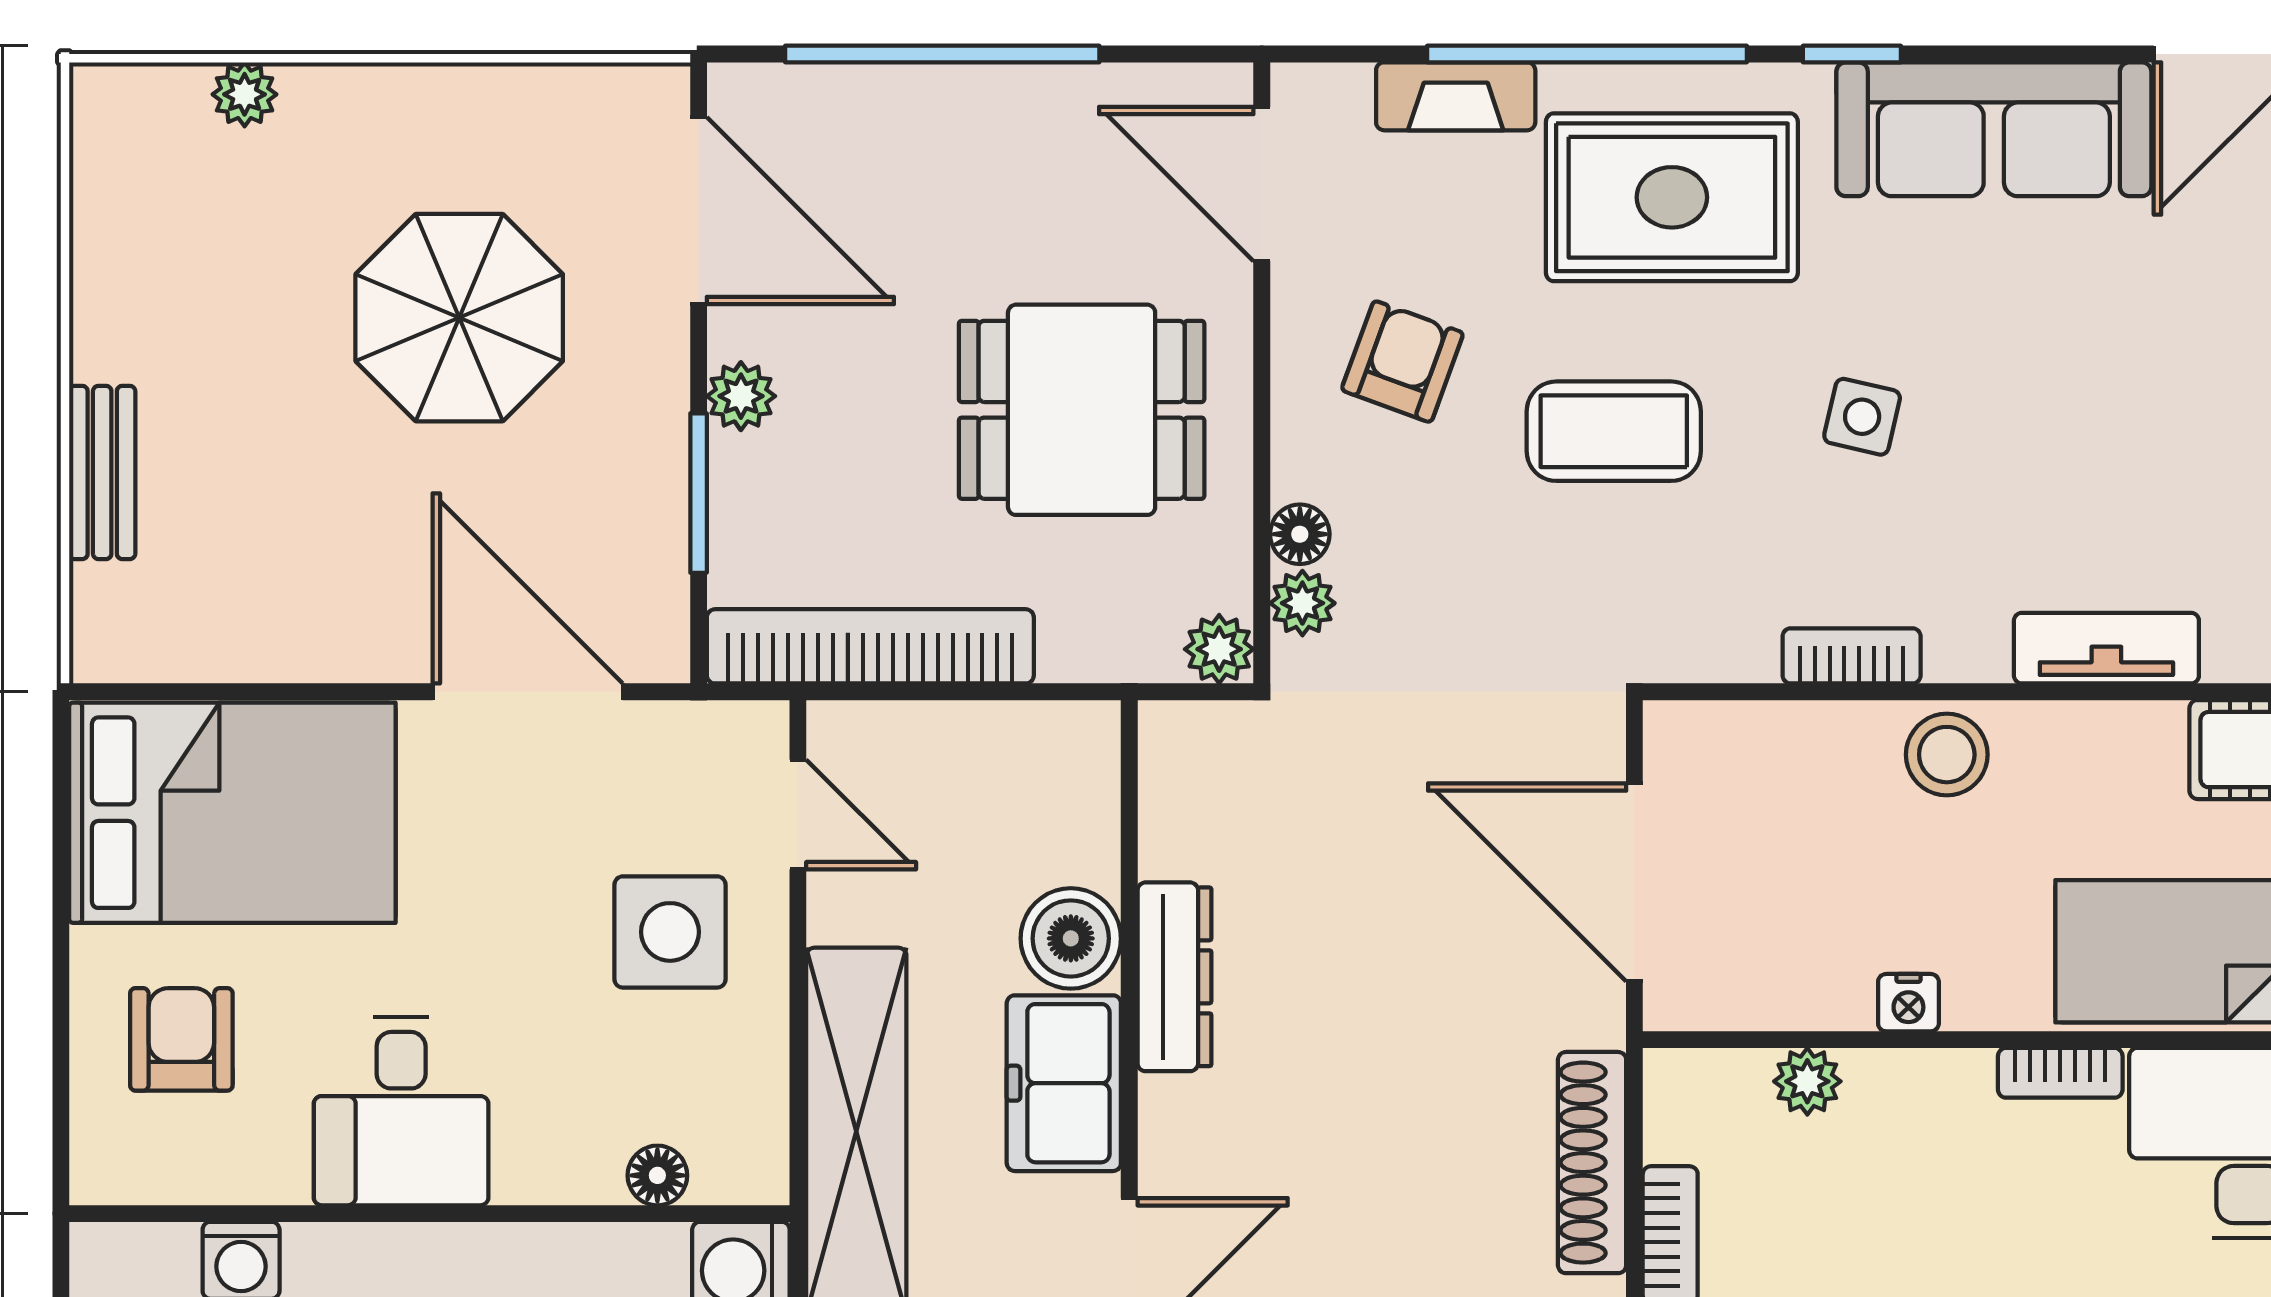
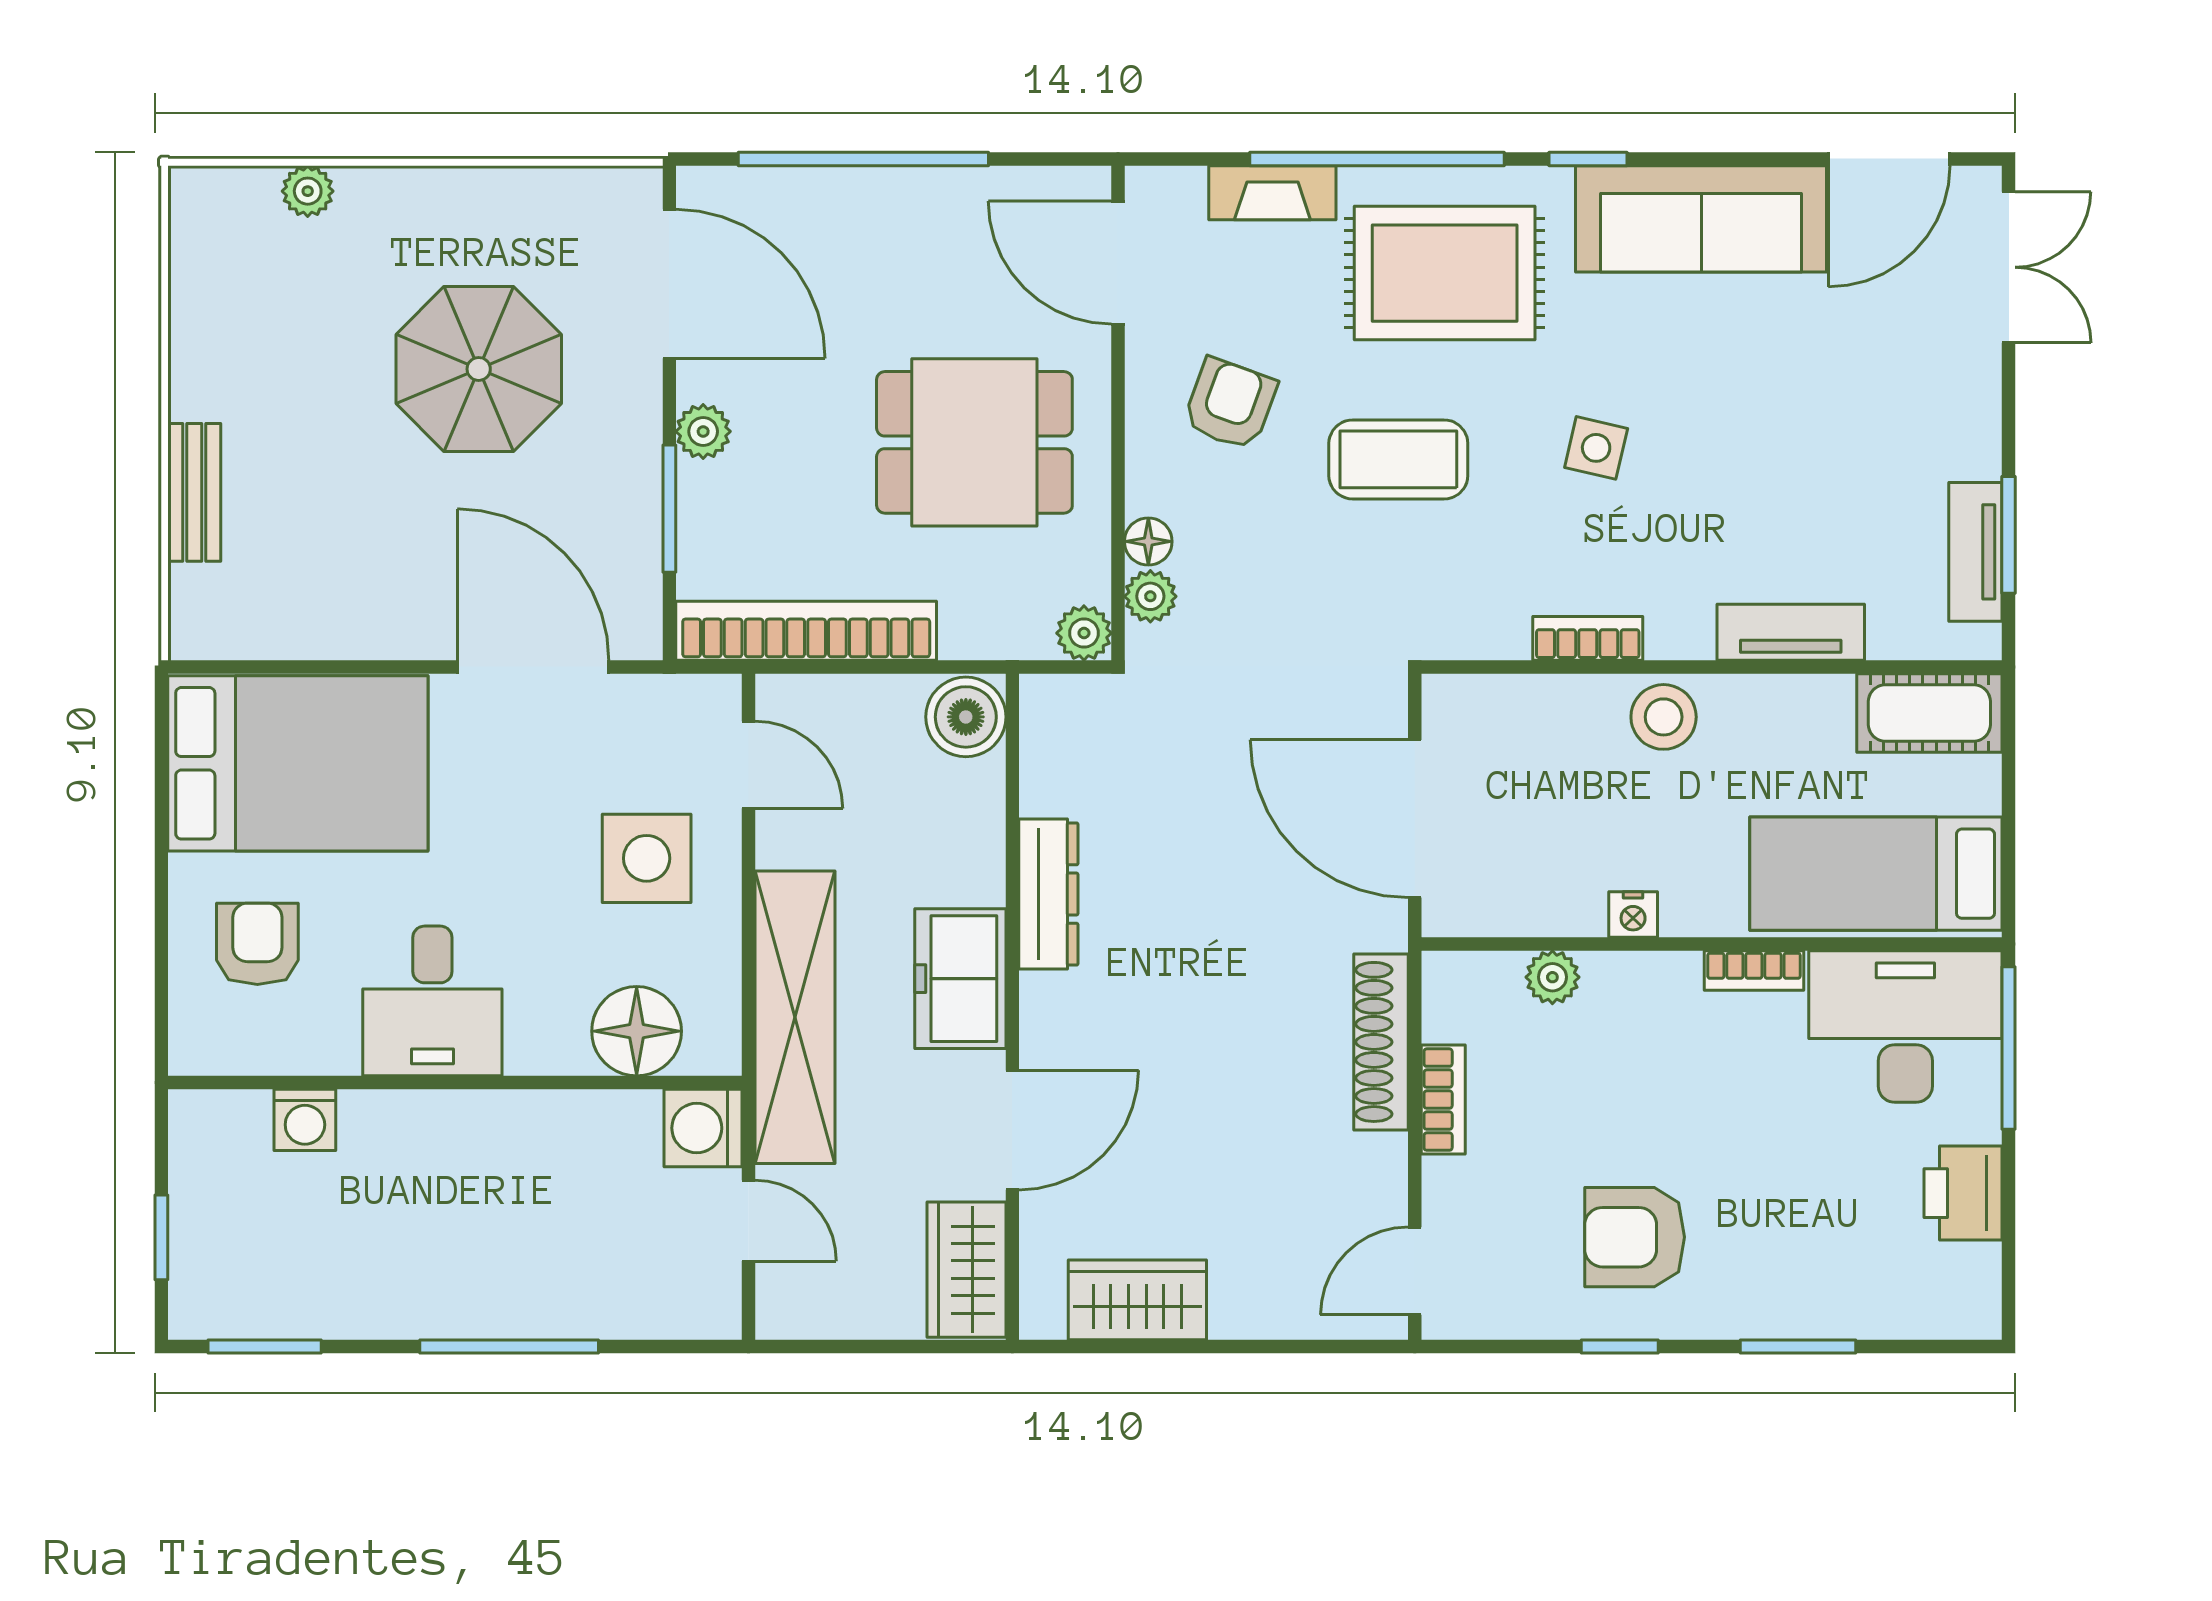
boiler: (1071, 938) -> (966, 717), moved
floor lamp: (657, 1175) -> (637, 1031), width x1.89, depth x1.89

